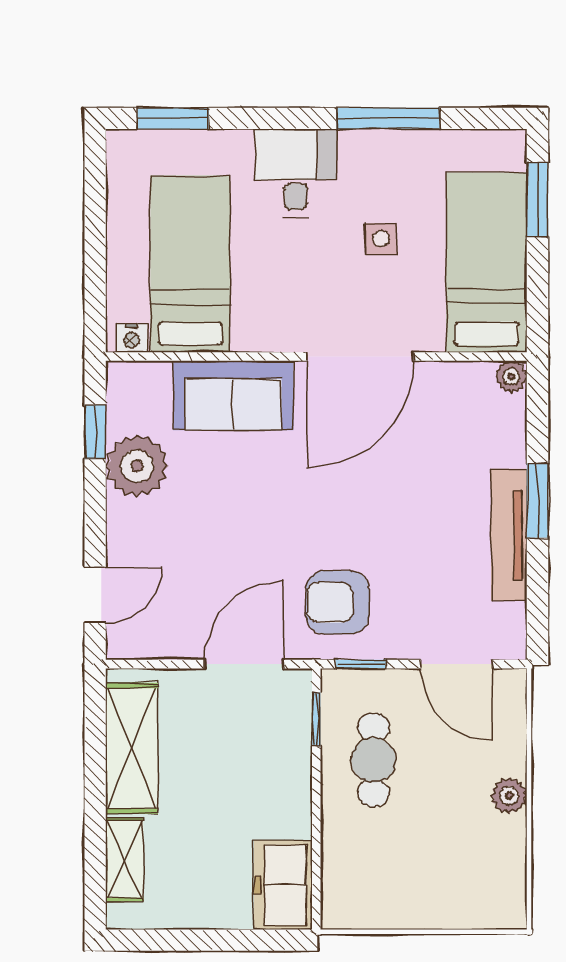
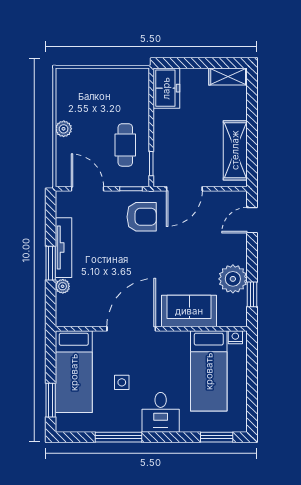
plant: (511, 377) -> (63, 286), moved
shelving: (124, 859) -> (228, 76), moved, turned 90

